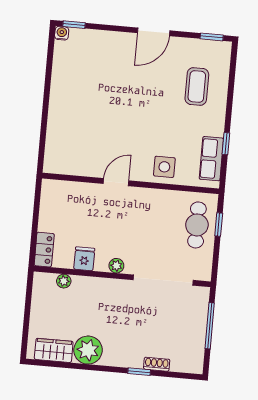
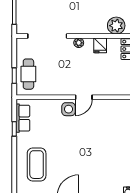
coffee table: (197, 86) -> (37, 165), width x1.36, depth x1.32
side table: (164, 167) -> (69, 109), moved
plant: (64, 281) -> (116, 26), width x1.88, depth x1.88

